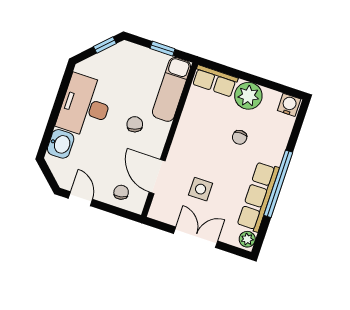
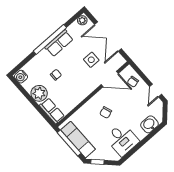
window: (163, 49) -> (69, 143), width x2.17
exam couch: (172, 89) -> (78, 140), moved, turned -90
desk: (85, 106) -> (122, 140), width x0.73
door: (157, 177) -> (110, 79), hinge flipped
row of seats: (258, 197) -> (59, 43), width x0.68
double door: (196, 237) -> (108, 37), width x1.37

